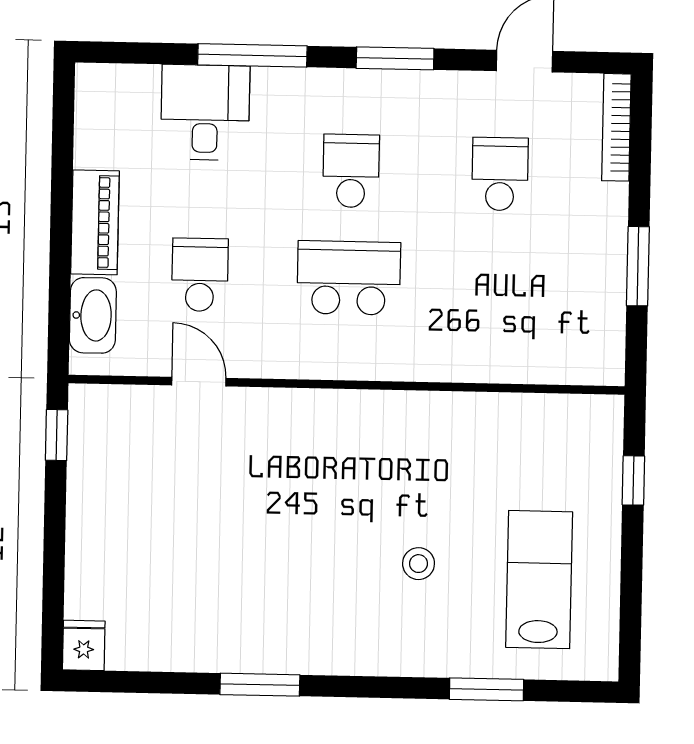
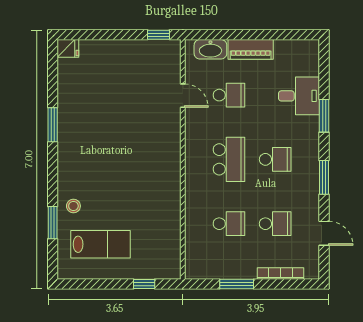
window: (252, 55) -> (324, 116), width x0.69
bookcase: (616, 127) -> (280, 273), moved
school desk: (498, 281) -> (229, 224), added
door: (199, 382) -> (183, 96), hinge flipped
stool: (419, 564) -> (73, 206), moved

